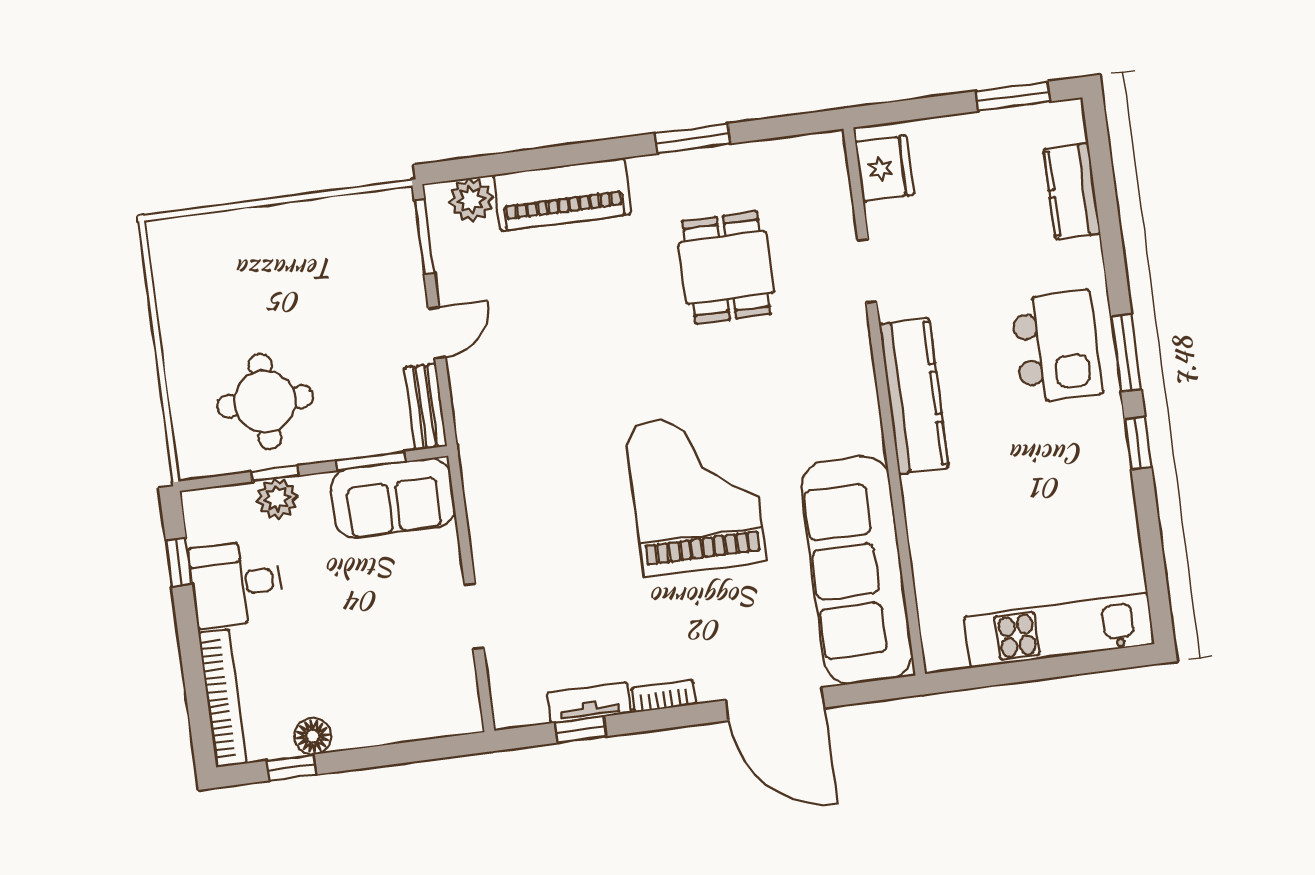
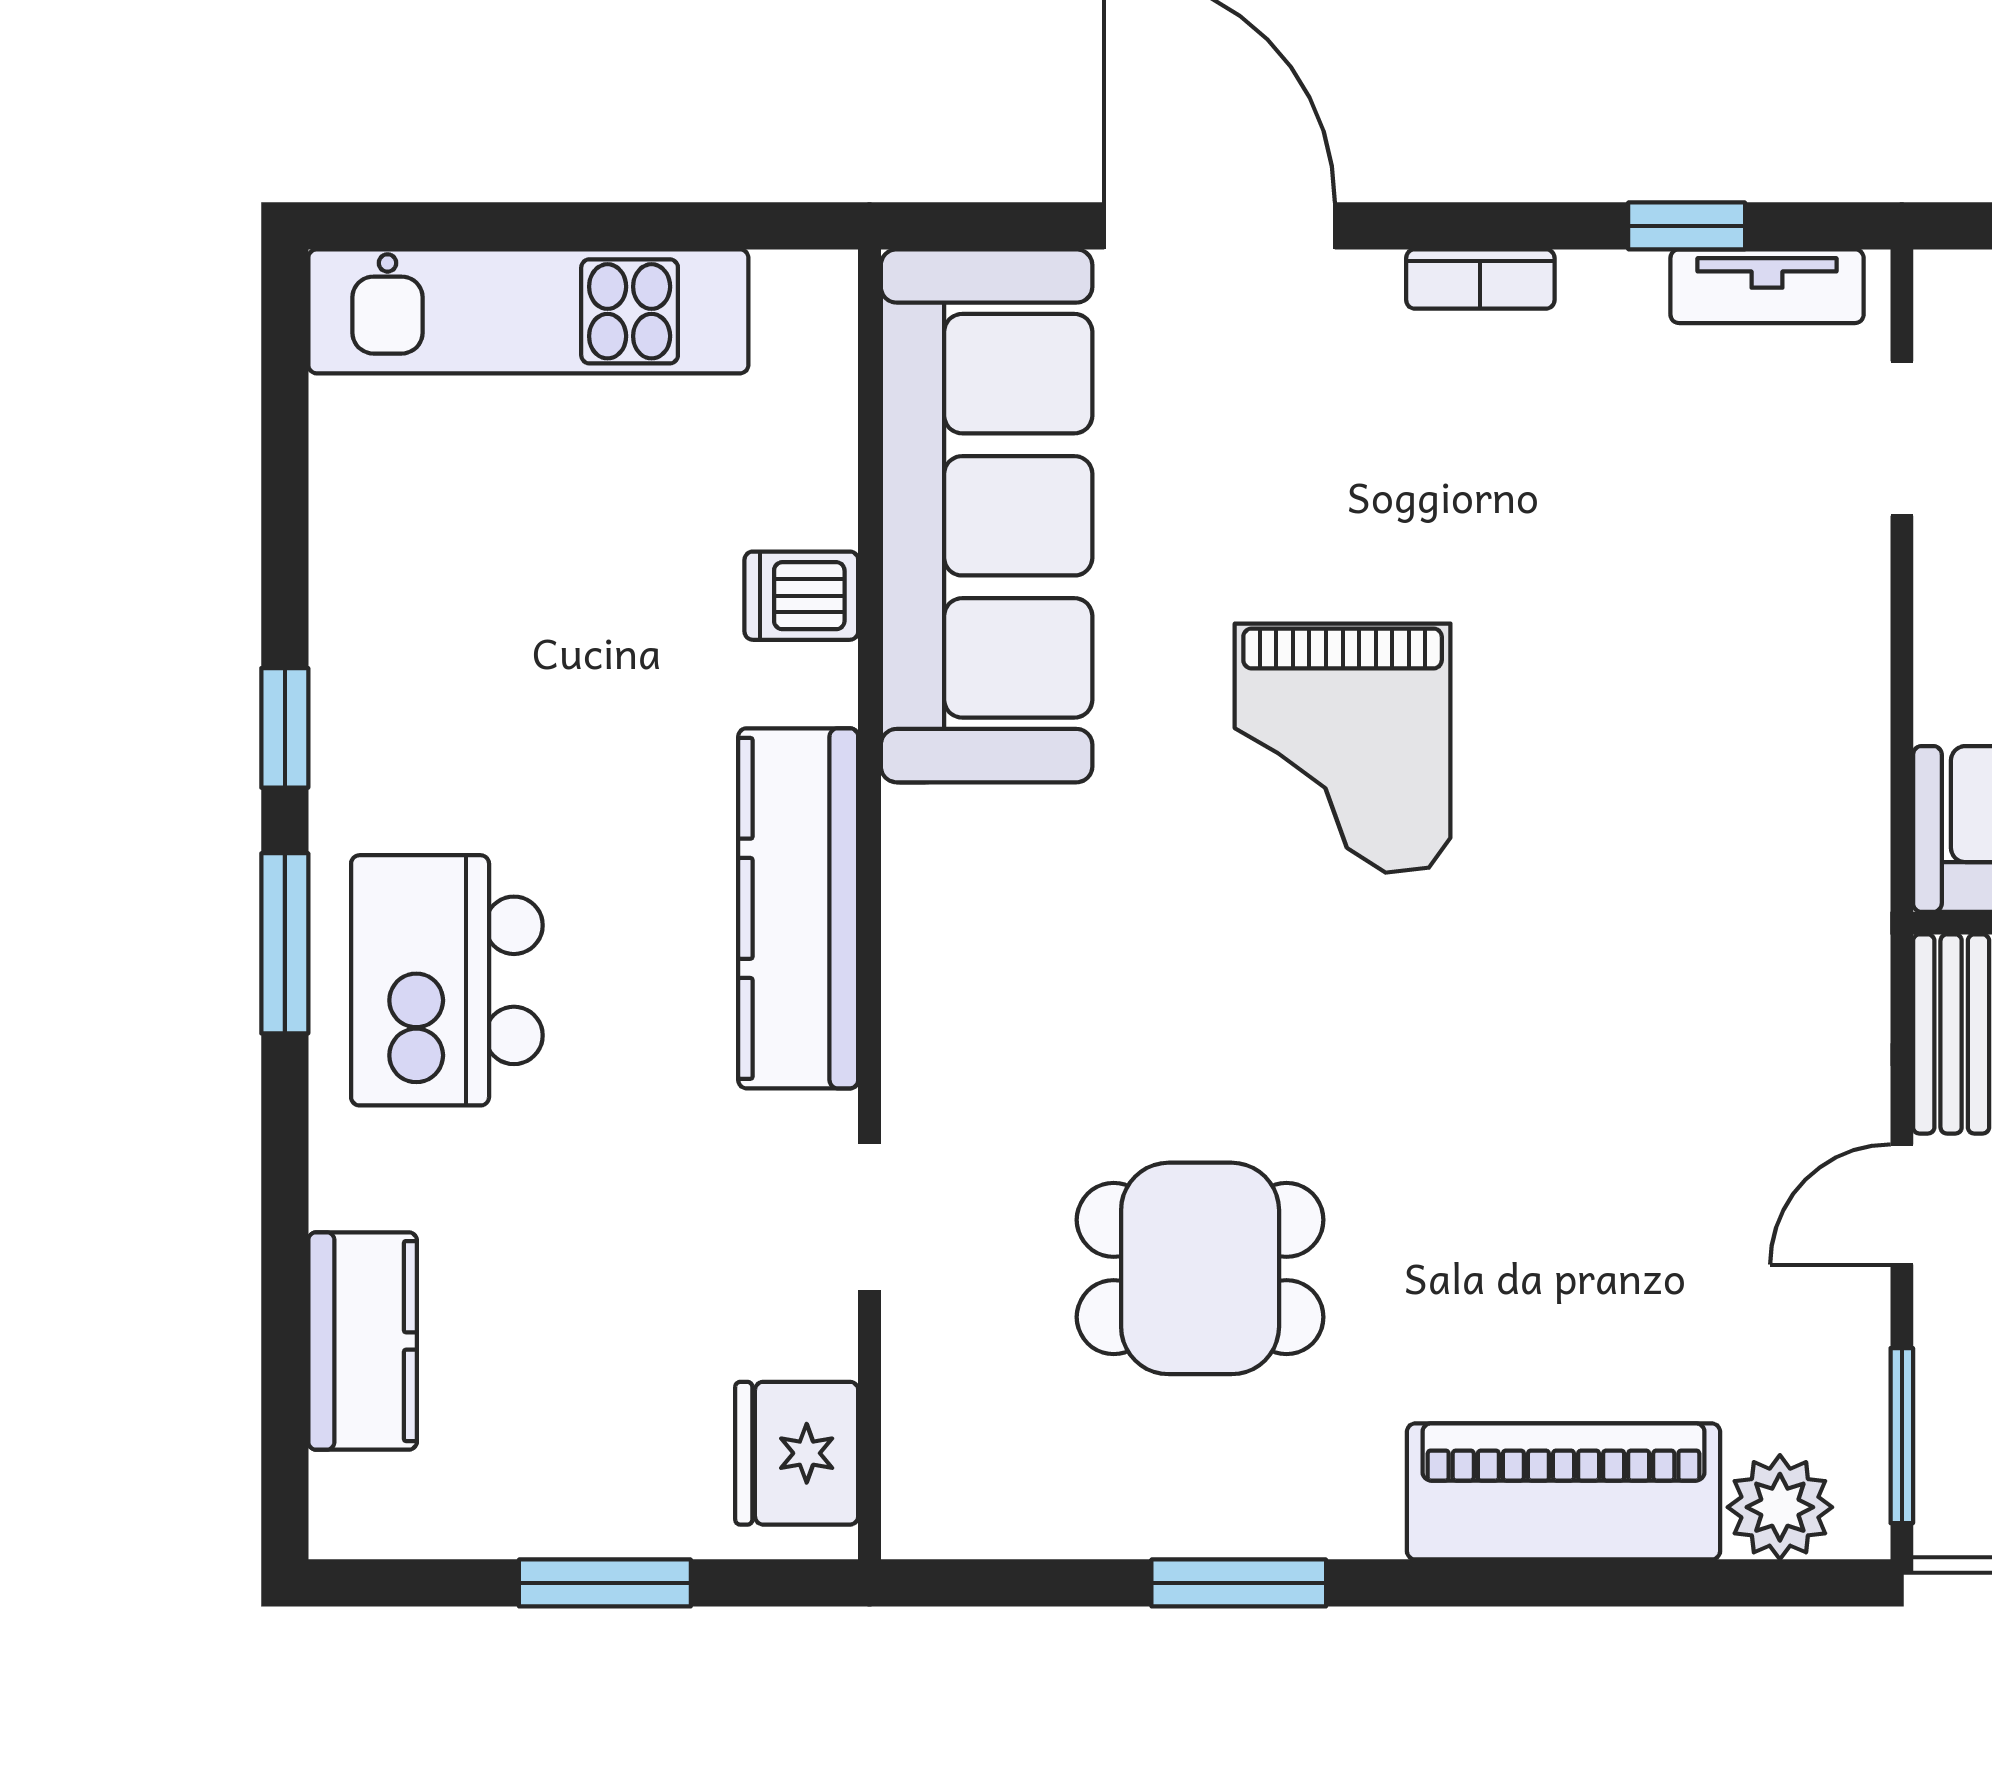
window: (1013, 96) -> (605, 1583), moved
dining table: (726, 268) -> (1200, 1268), turned 90
grand piano: (695, 493) -> (1343, 748), width x0.73, depth x0.68
dishwasher: (930, 527) -> (801, 596), added
doorway: (474, 616) -> (1902, 439), moved
tv unit: (589, 703) -> (1767, 286), moved

